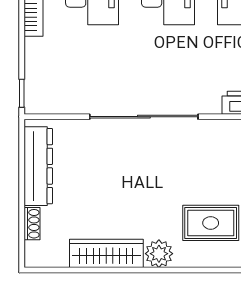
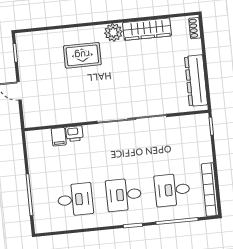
shoe rack: (32, 224) -> (195, 28), moved

